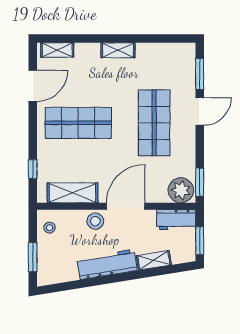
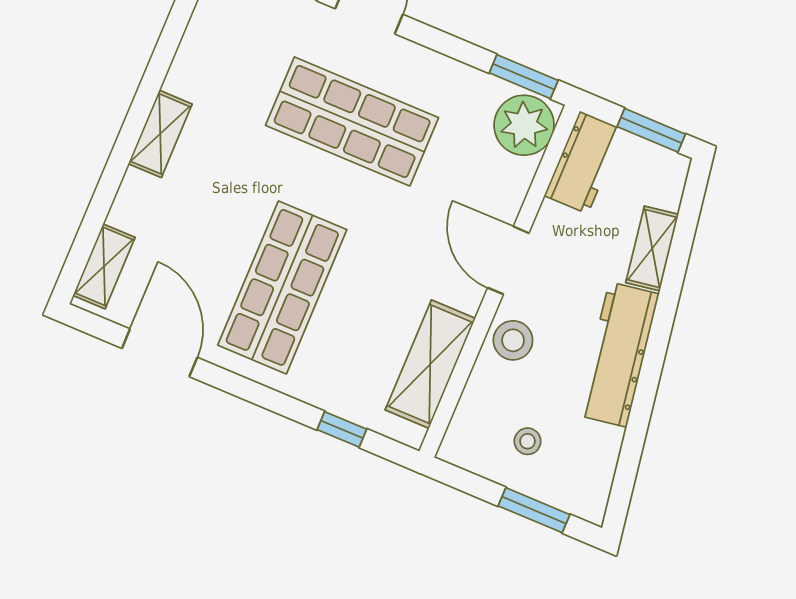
door: (126, 206) -> (508, 260), width x0.73
stool: (50, 228) -> (528, 441), moved

